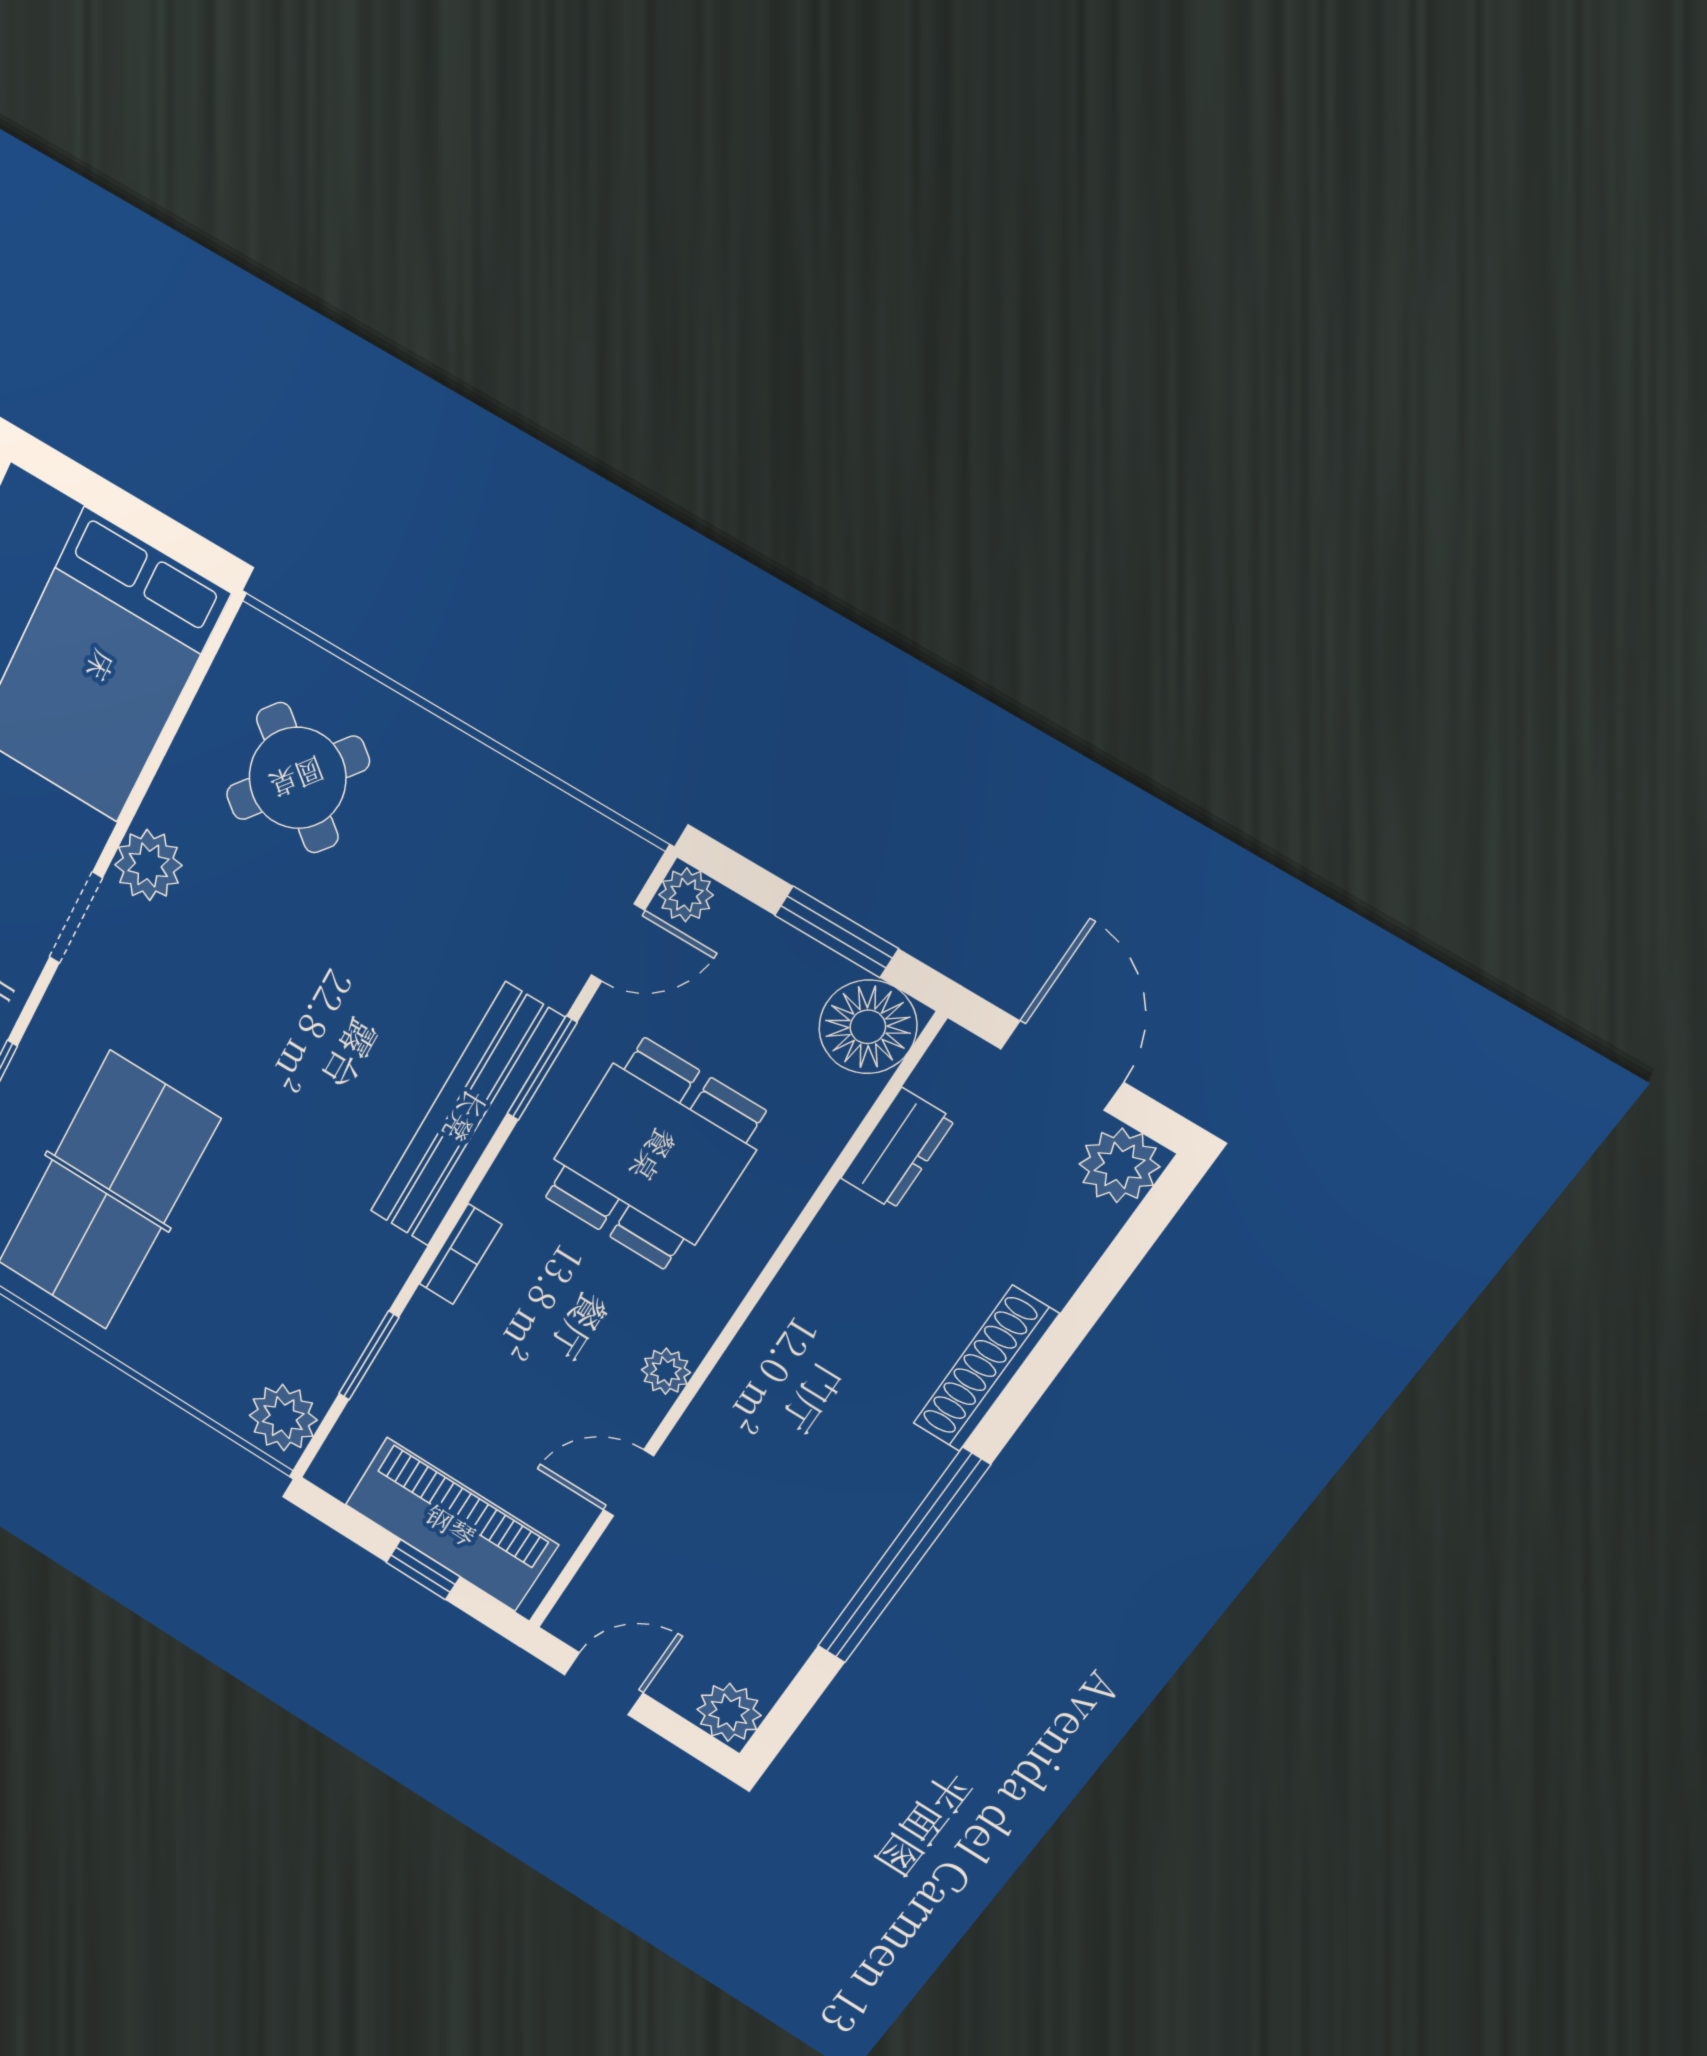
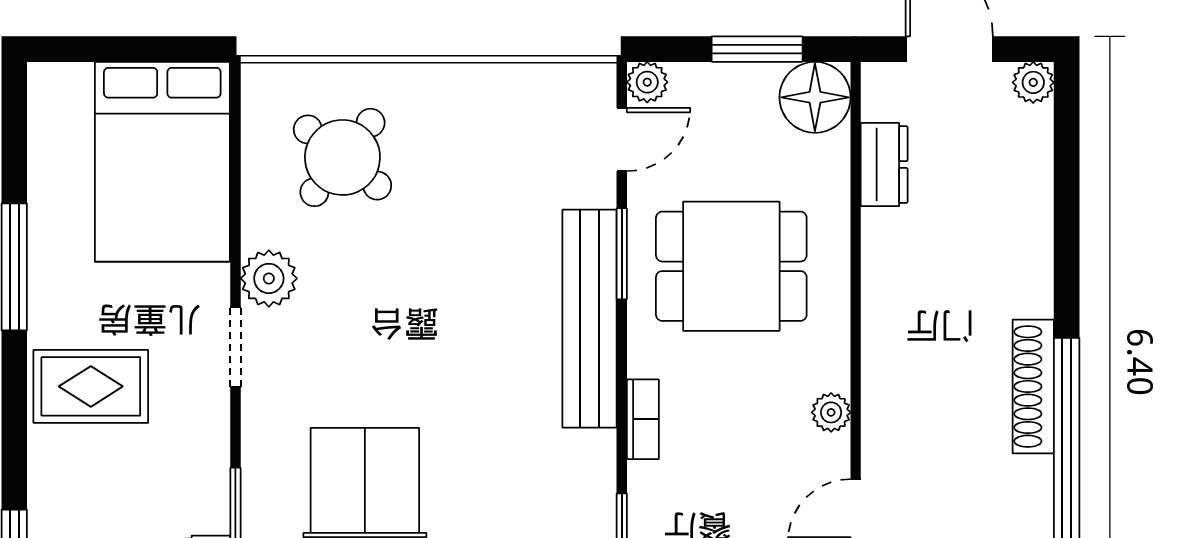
dining table: (654, 1155) -> (731, 266), turned 90
plant: (1120, 1165) -> (1033, 82), width x0.73, depth x0.73
shoe rack: (986, 1369) -> (1033, 386), moved

